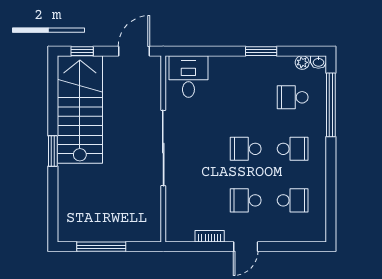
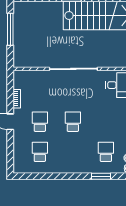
window: (331, 105) -> (101, 176), width x0.47
school desk: (293, 149) -> (73, 152), removed
school desk: (293, 200) -> (40, 152), turned 180

